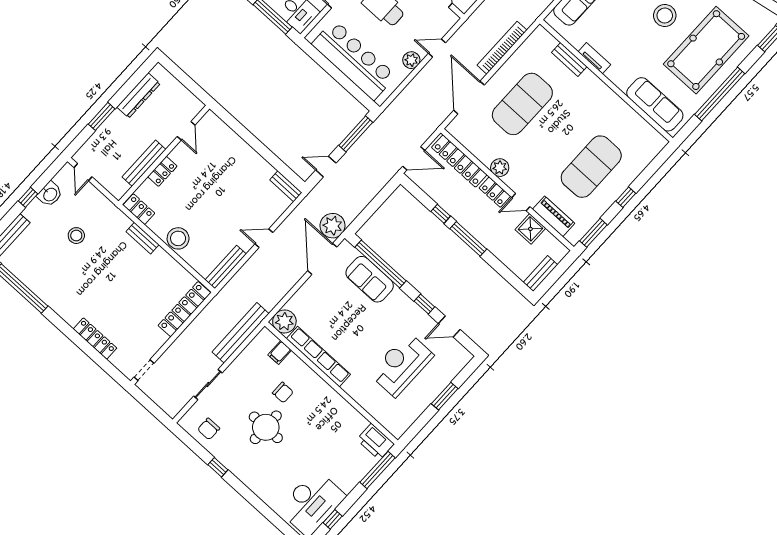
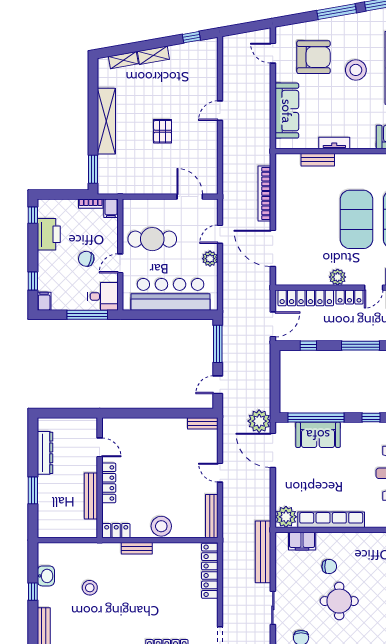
exercise mat: (522, 104) -> (357, 219), moved
locker: (162, 171) -> (109, 483), width x1.53
door: (83, 172) -> (55, 540), removed
window: (441, 214) -> (308, 346), moved
door: (264, 238) -> (220, 473), hinge flipped
filing cabinet: (280, 352) -> (302, 541), width x2.00

